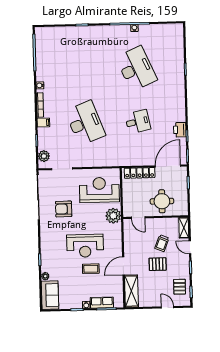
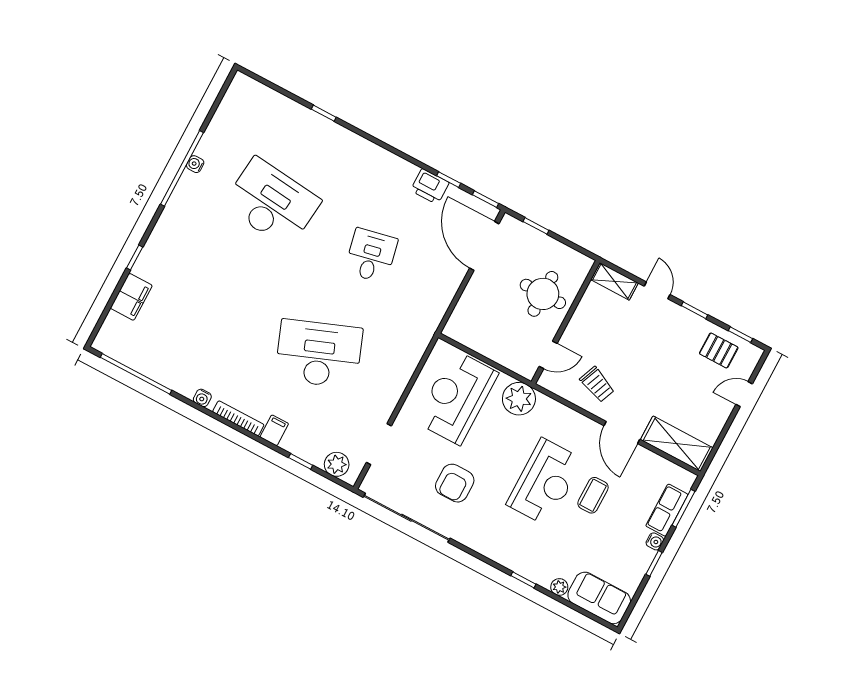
filing cabinet: (65, 33) -> (131, 297), added
desk: (136, 69) -> (272, 203), turned 30
locker: (140, 173) -> (467, 306), removed
trolley: (162, 243) -> (597, 384), moved
door: (190, 247) -> (657, 290), swing flipped
pallet: (158, 264) -> (654, 367), removed

